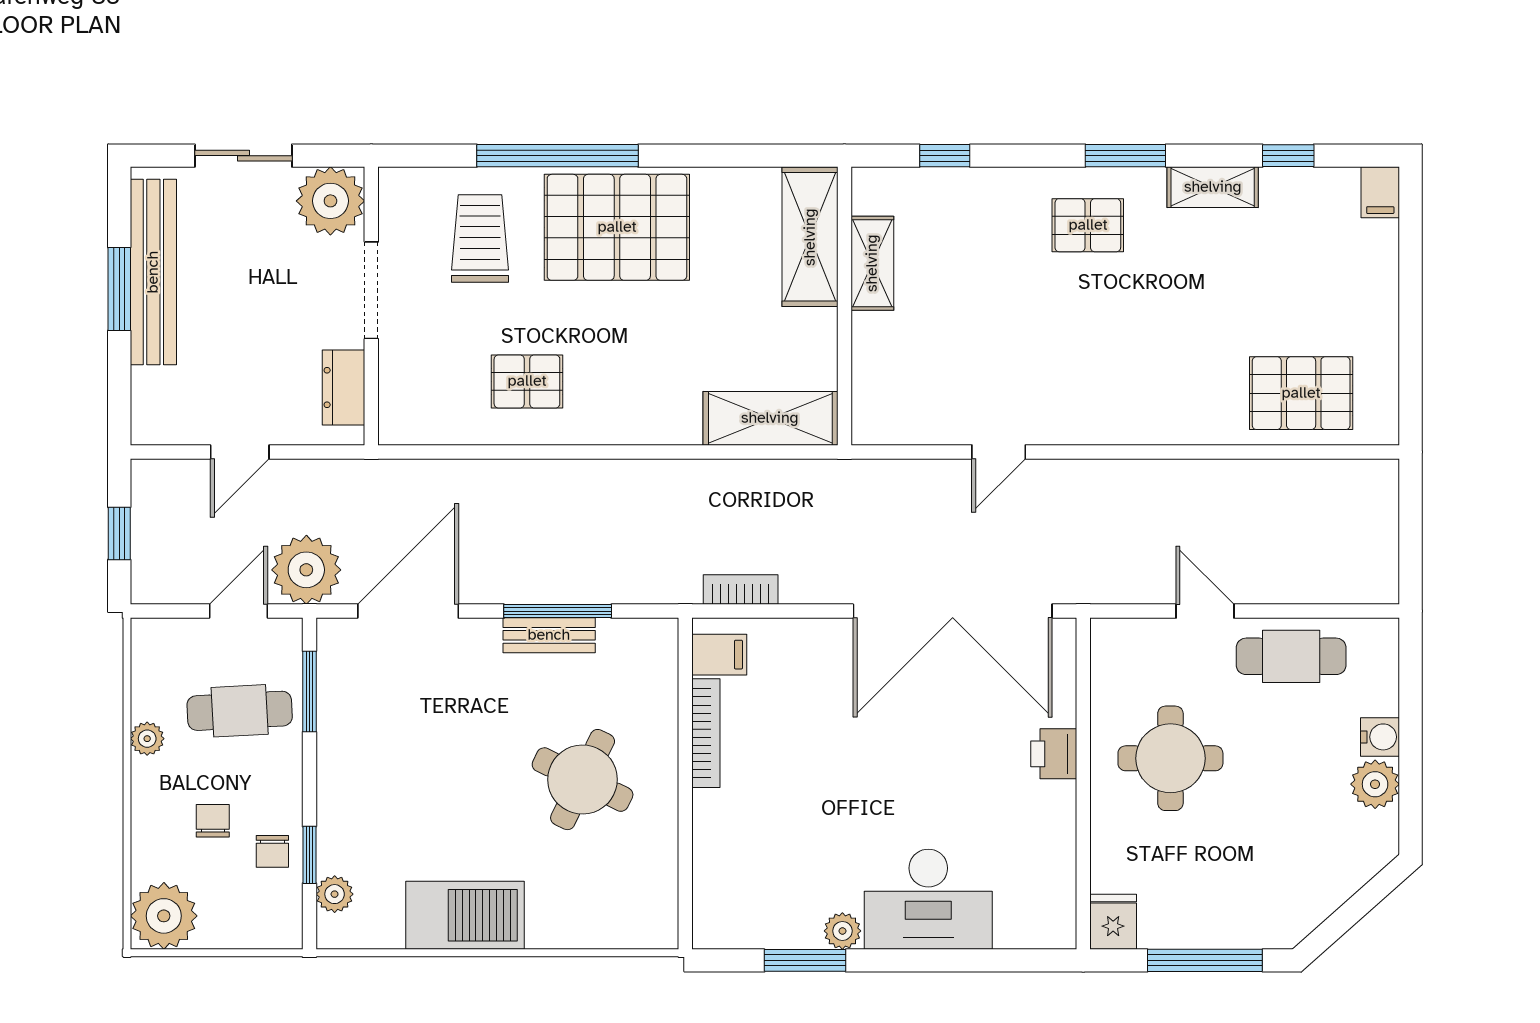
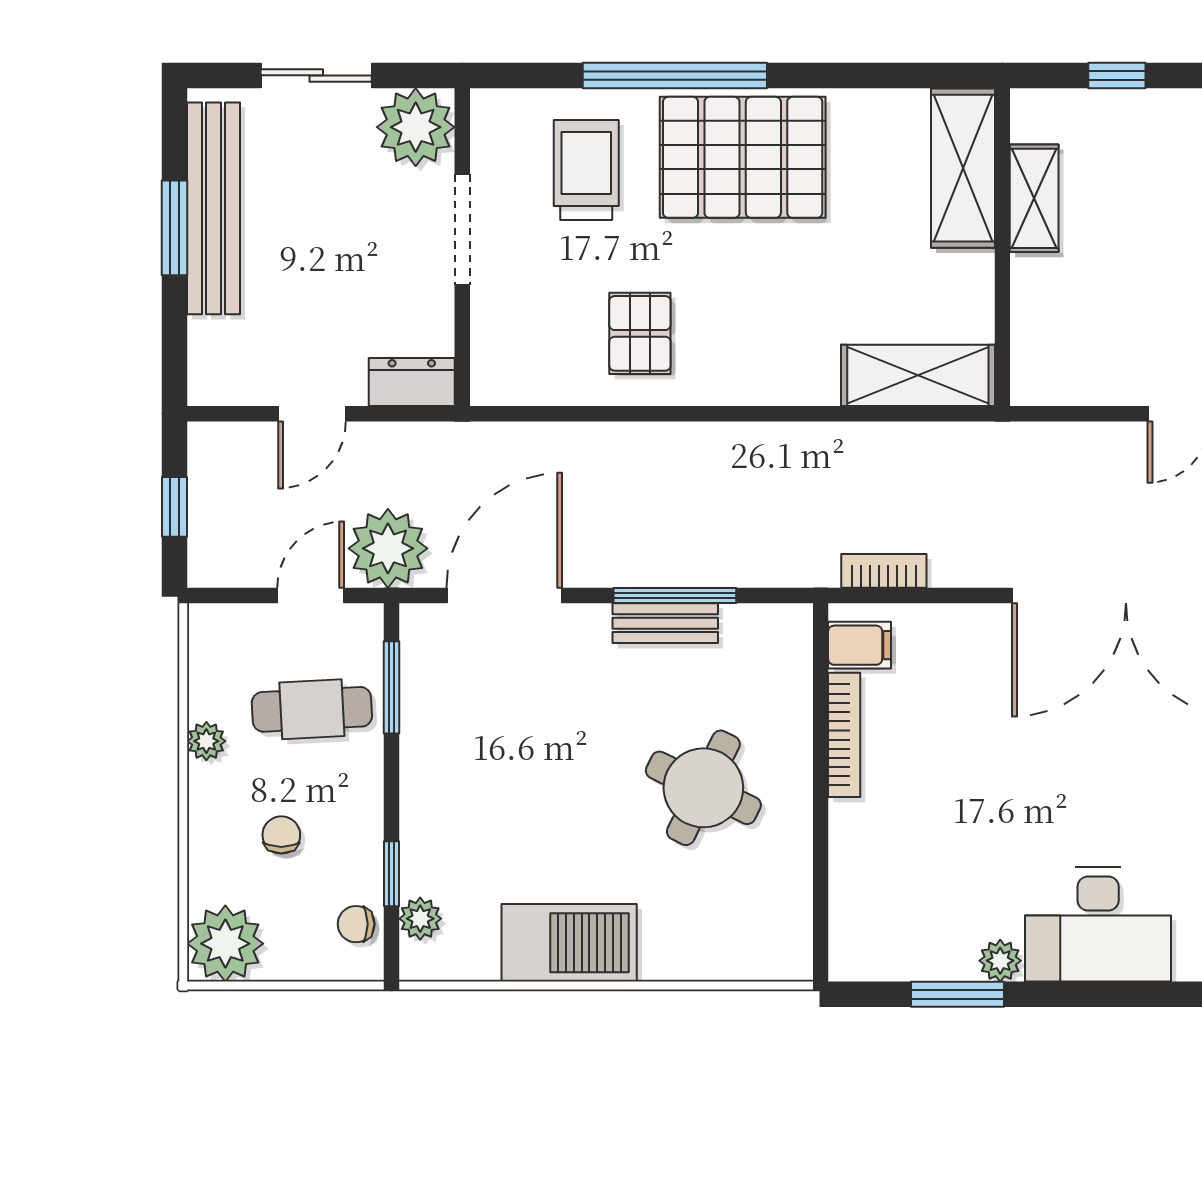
pallet: (527, 381) -> (640, 333), turned 90
dresser: (344, 387) -> (412, 382), moved, turned 90
chair: (272, 851) -> (356, 924), moved, turned 90

